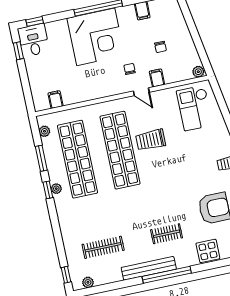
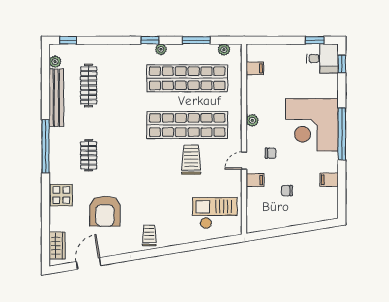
plant: (198, 72) -> (252, 120), moved
window: (48, 190) -> (150, 40), moved
bench: (149, 268) -> (56, 98), moved

